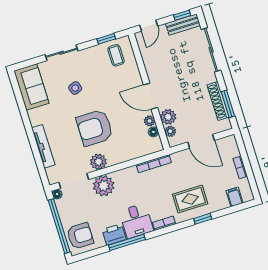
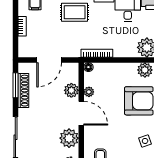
plant: (170, 131) -> (69, 138), moved, width x1.88, depth x1.88
floor lamp: (153, 132) -> (88, 67), moved
door: (201, 141) -> (49, 60), swing flipped

